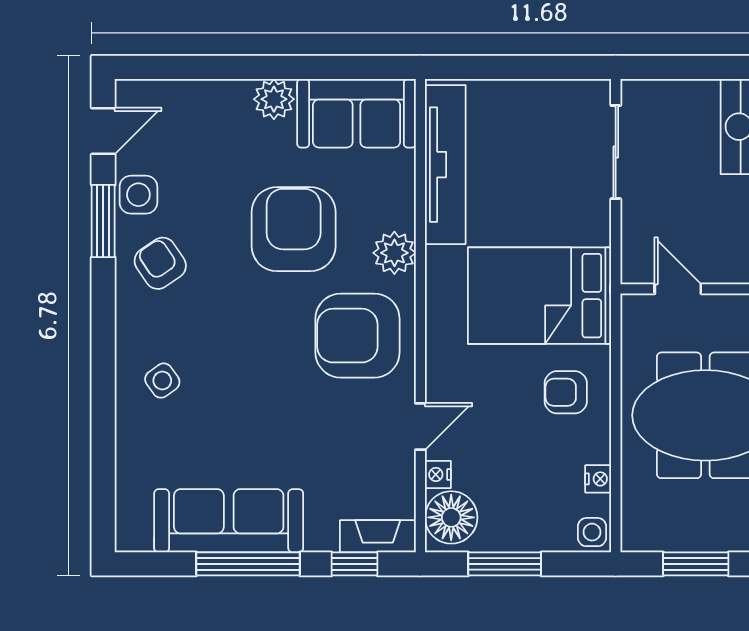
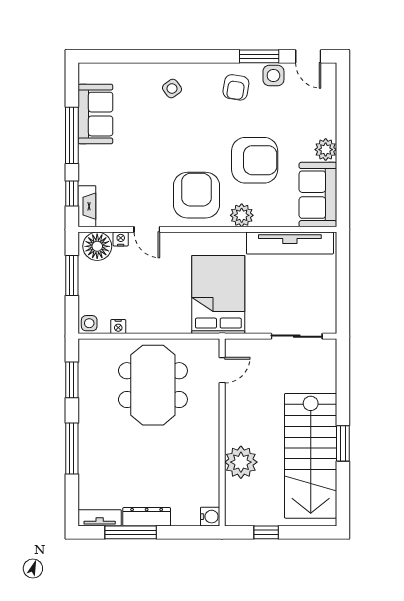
armchair: (160, 263) -> (236, 87), turned 133
armchair: (566, 392) -> (166, 309), removed
sofa: (229, 521) -> (95, 114), width x0.73

